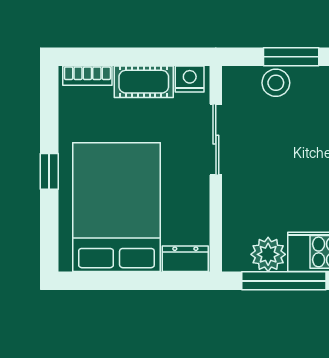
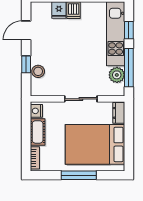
window: (291, 57) -> (26, 64), width x0.67
sliding door: (216, 140) -> (81, 99), moved
window: (49, 171) -> (79, 175), width x2.17

